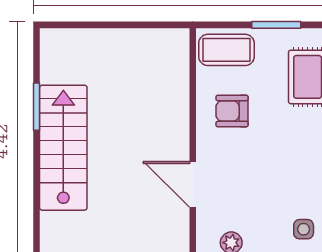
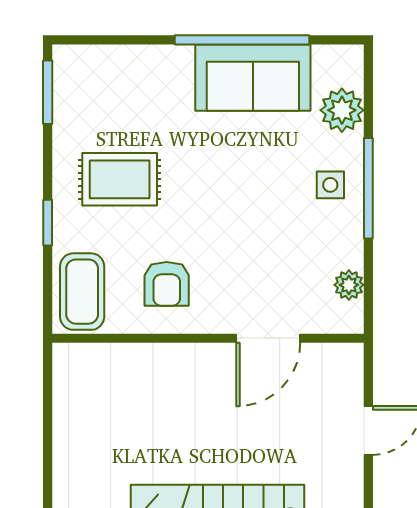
window: (276, 25) -> (48, 223), width x0.67

